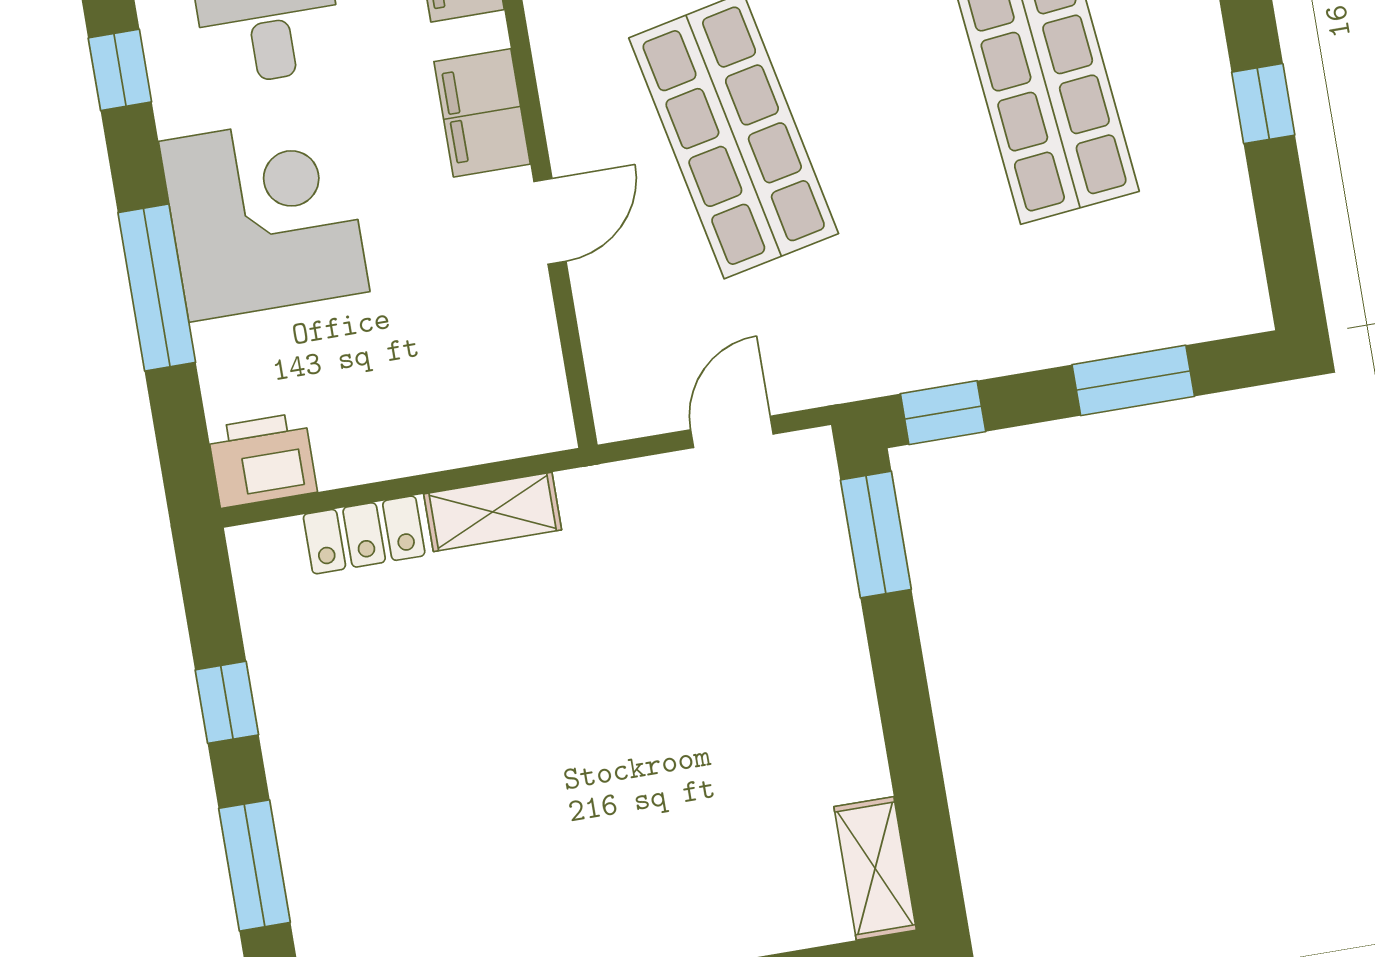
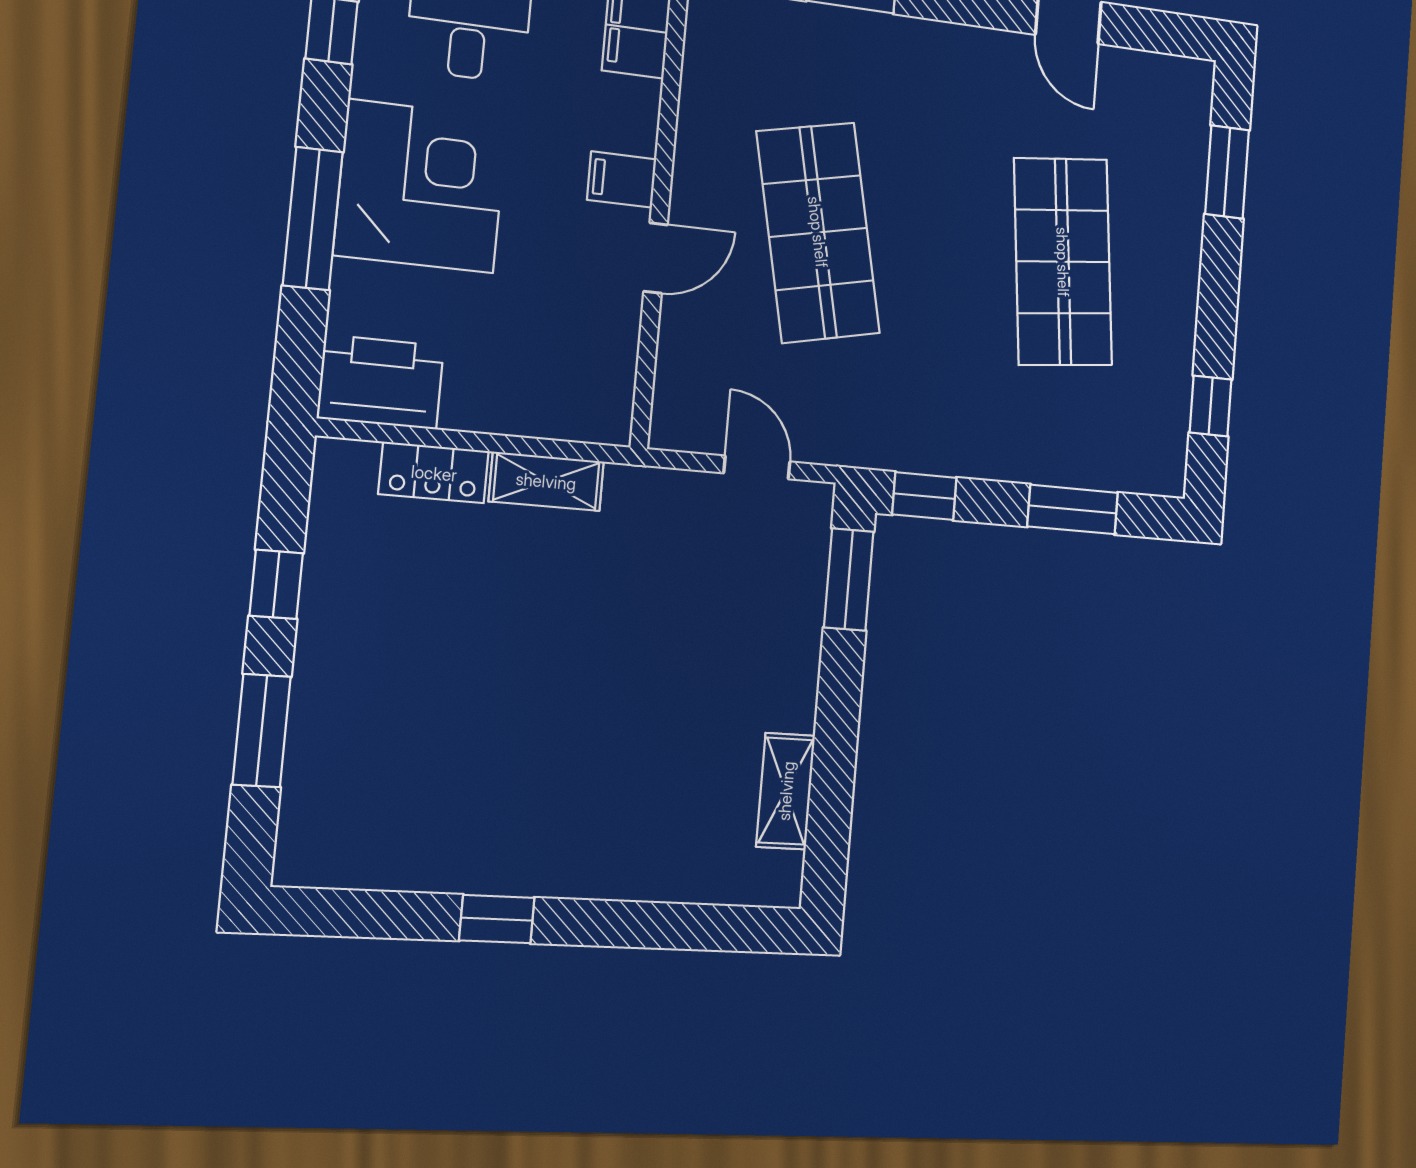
window: (1263, 104) -> (1211, 406), moved
filing cabinet: (482, 113) -> (622, 179), width x0.50
door: (732, 432) -> (757, 467), hinge flipped
printer: (262, 460) -> (381, 382), width x1.37, depth x1.19
shelving: (875, 868) -> (786, 791), moved

